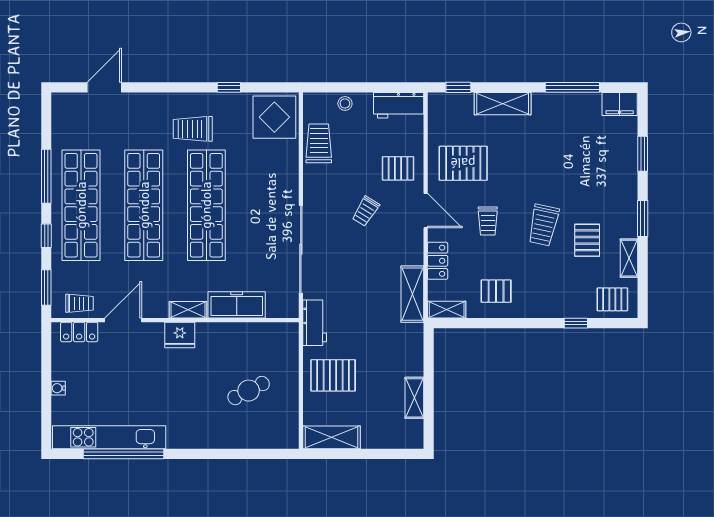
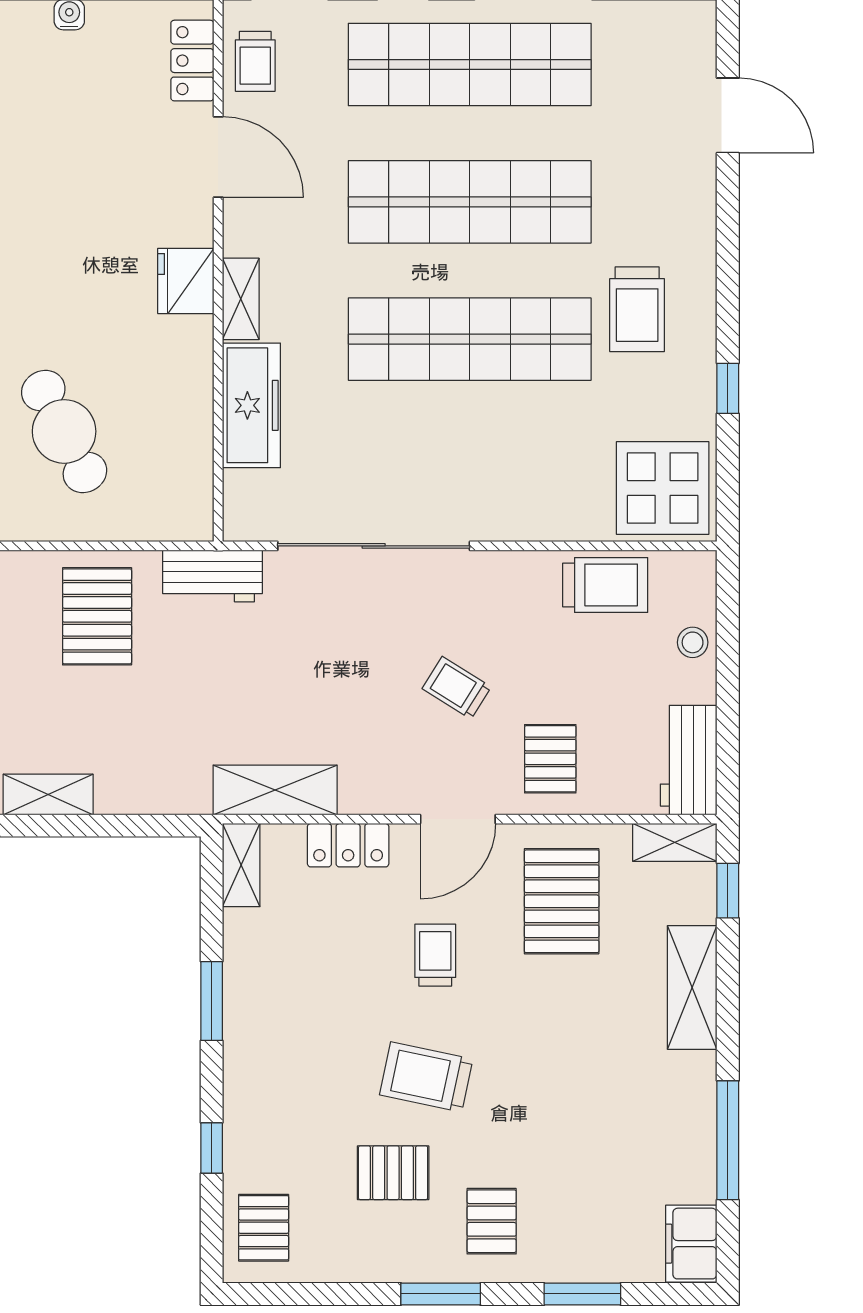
trolley: (193, 129) -> (637, 309), turned 180
trolley: (488, 221) -> (435, 955), turned 90
shelving: (629, 258) -> (675, 842), moved
pallet: (496, 291) -> (492, 1221), moved
window: (509, 323) -> (212, 1001), added
cafe table: (249, 391) -> (64, 431), width x1.37, depth x1.35

